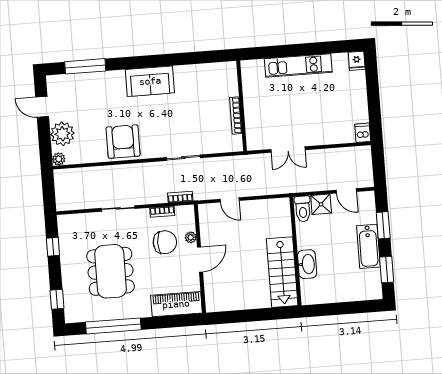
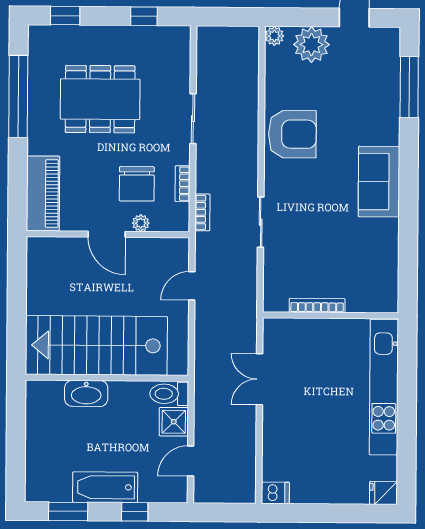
kitchen unit: (298, 65) -> (384, 387), width x1.36
window: (383, 225) -> (135, 512), width x0.67
stairs: (282, 272) -> (96, 345), width x1.36, depth x1.51

